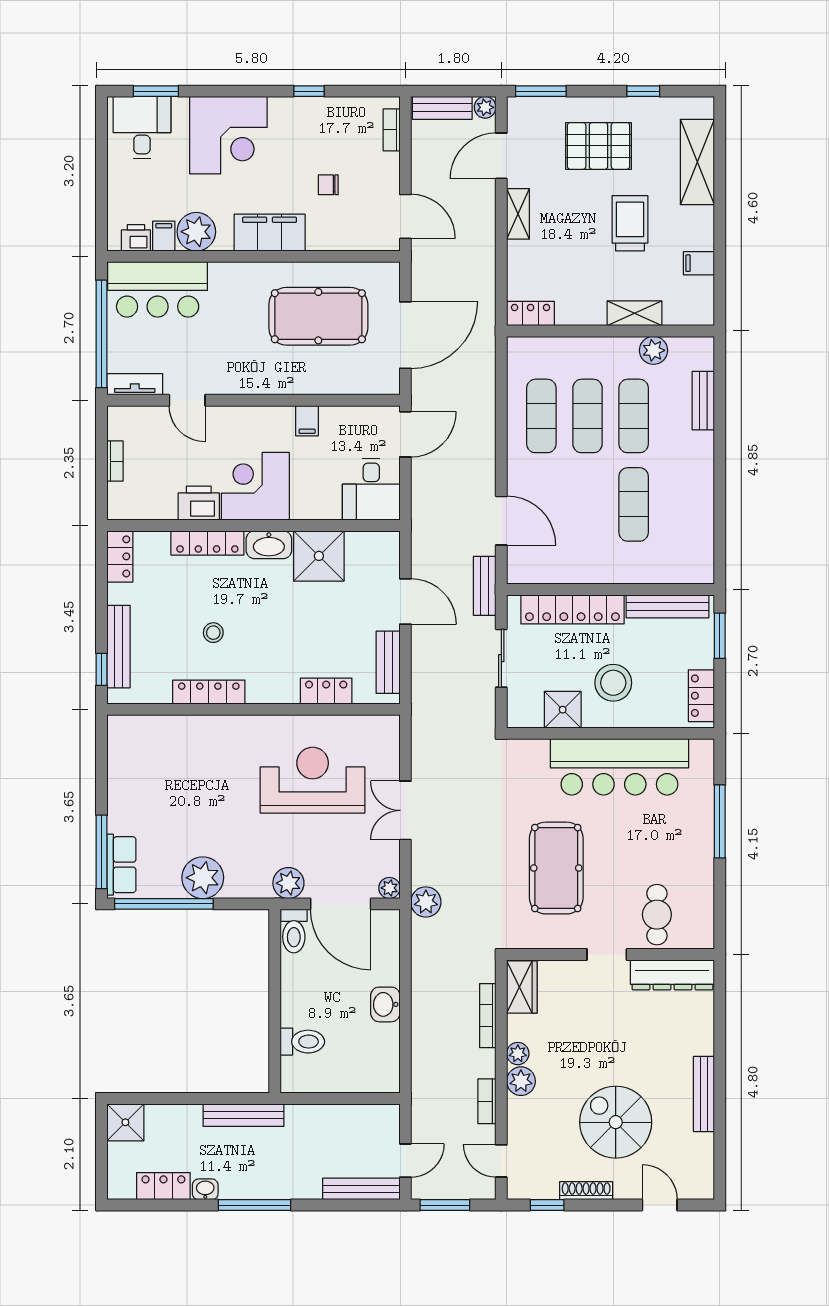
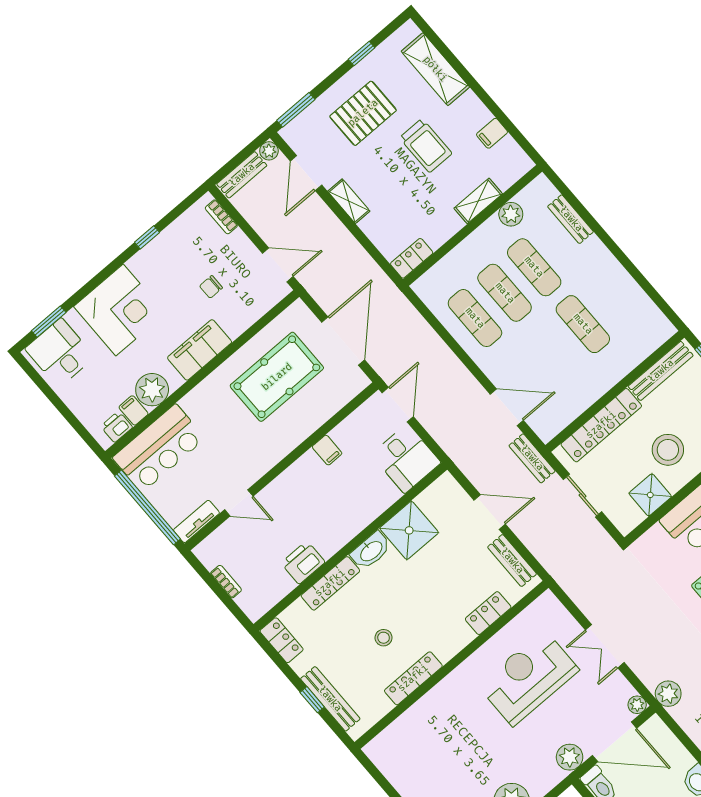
trolley: (630, 223) -> (426, 146), turned 180
corner desk: (255, 486) -> (330, 521), removed
window: (102, 669) -> (312, 700), moved

